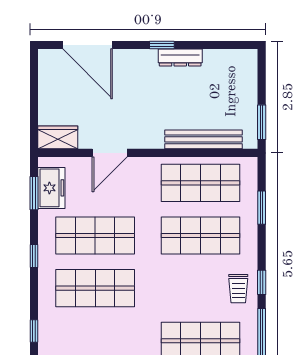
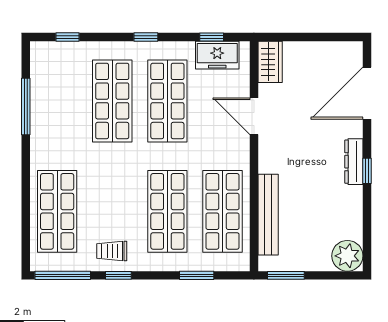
dresser: (180, 57) -> (354, 162), moved
plant: (243, 64) -> (347, 256), added
window: (34, 193) -> (212, 37), width x0.67

